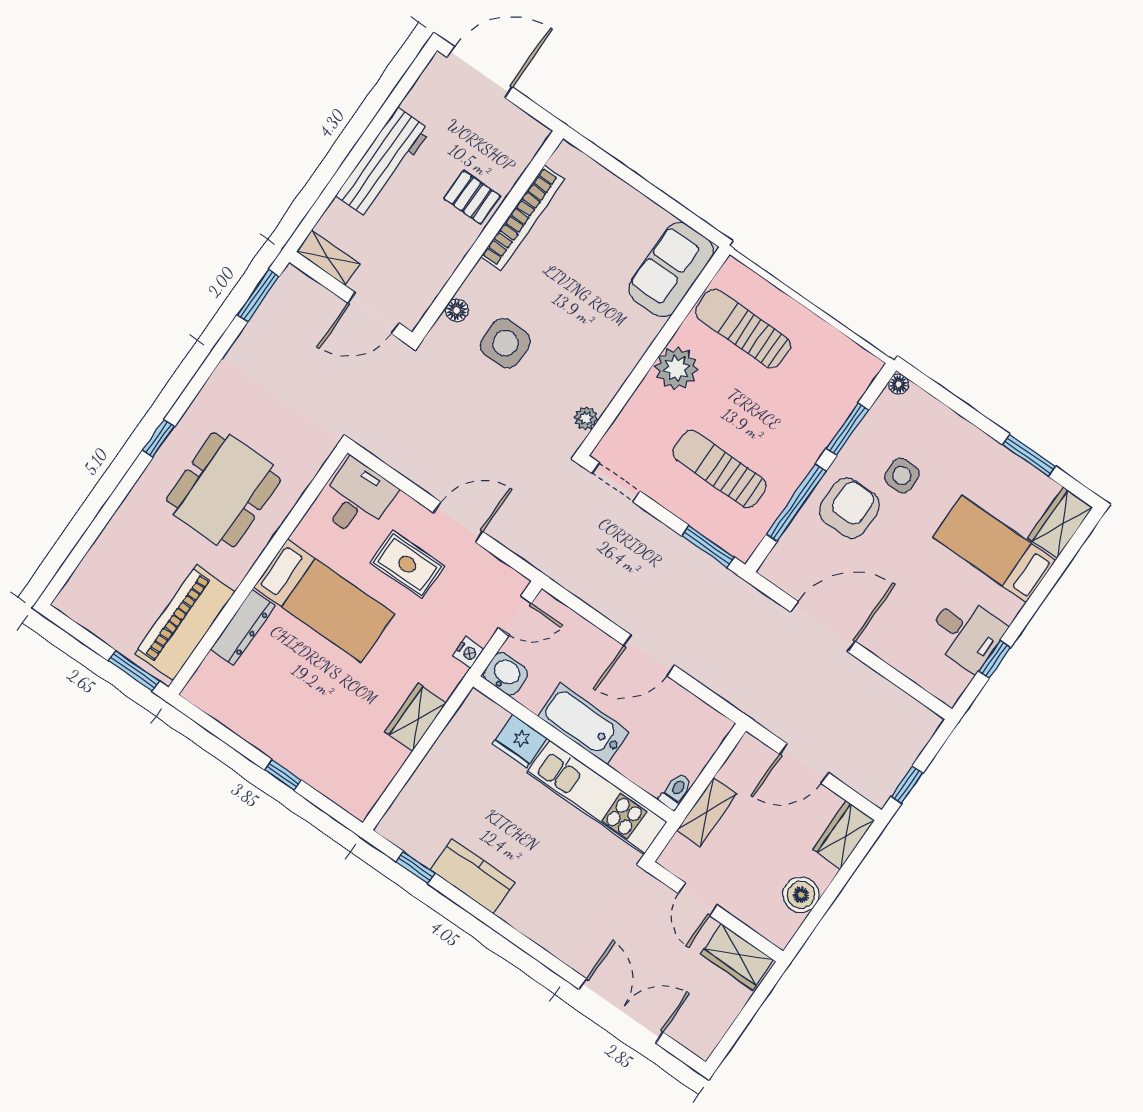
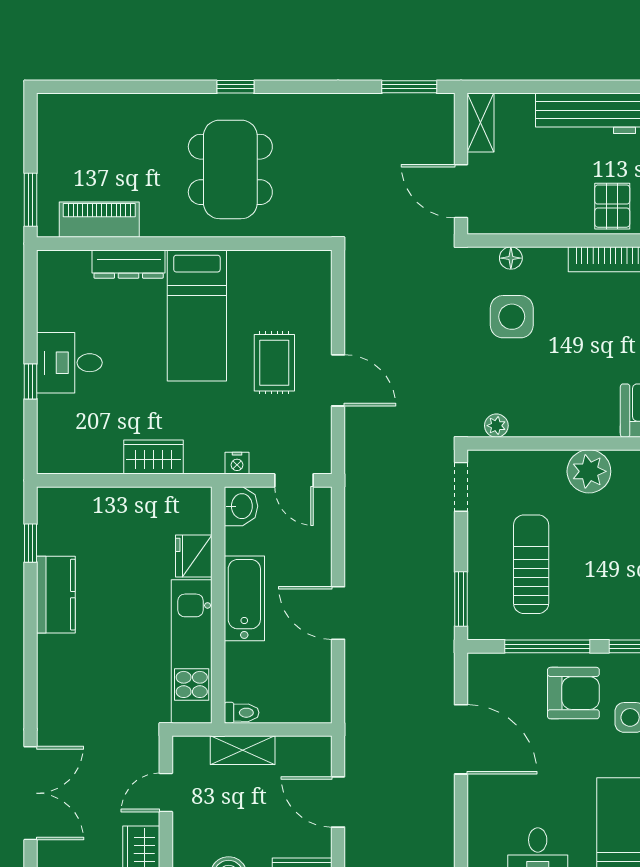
dining table: (223, 490) -> (230, 169), turned 90
desk: (357, 499) -> (69, 363), moved, turned 180
piano: (185, 623) -> (99, 220), width x0.73, depth x0.75

